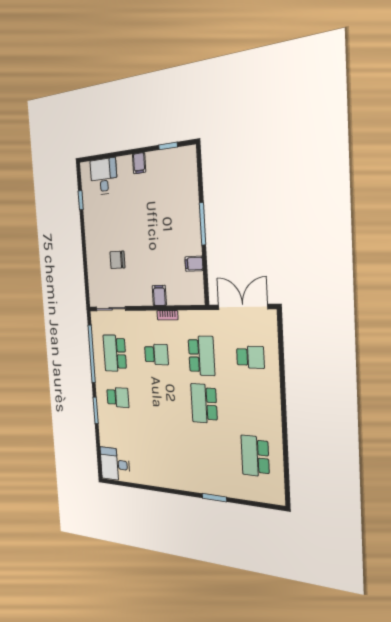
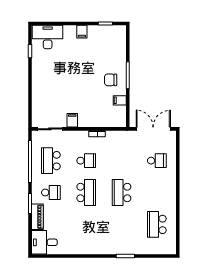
desk: (104, 176) -> (48, 37), width x1.37
chair: (117, 260) -> (111, 80), moved
filing cabinet: (159, 295) -> (72, 120), moved
school desk: (201, 356) -> (86, 192), moved
piano: (105, 429) -> (37, 217), added

